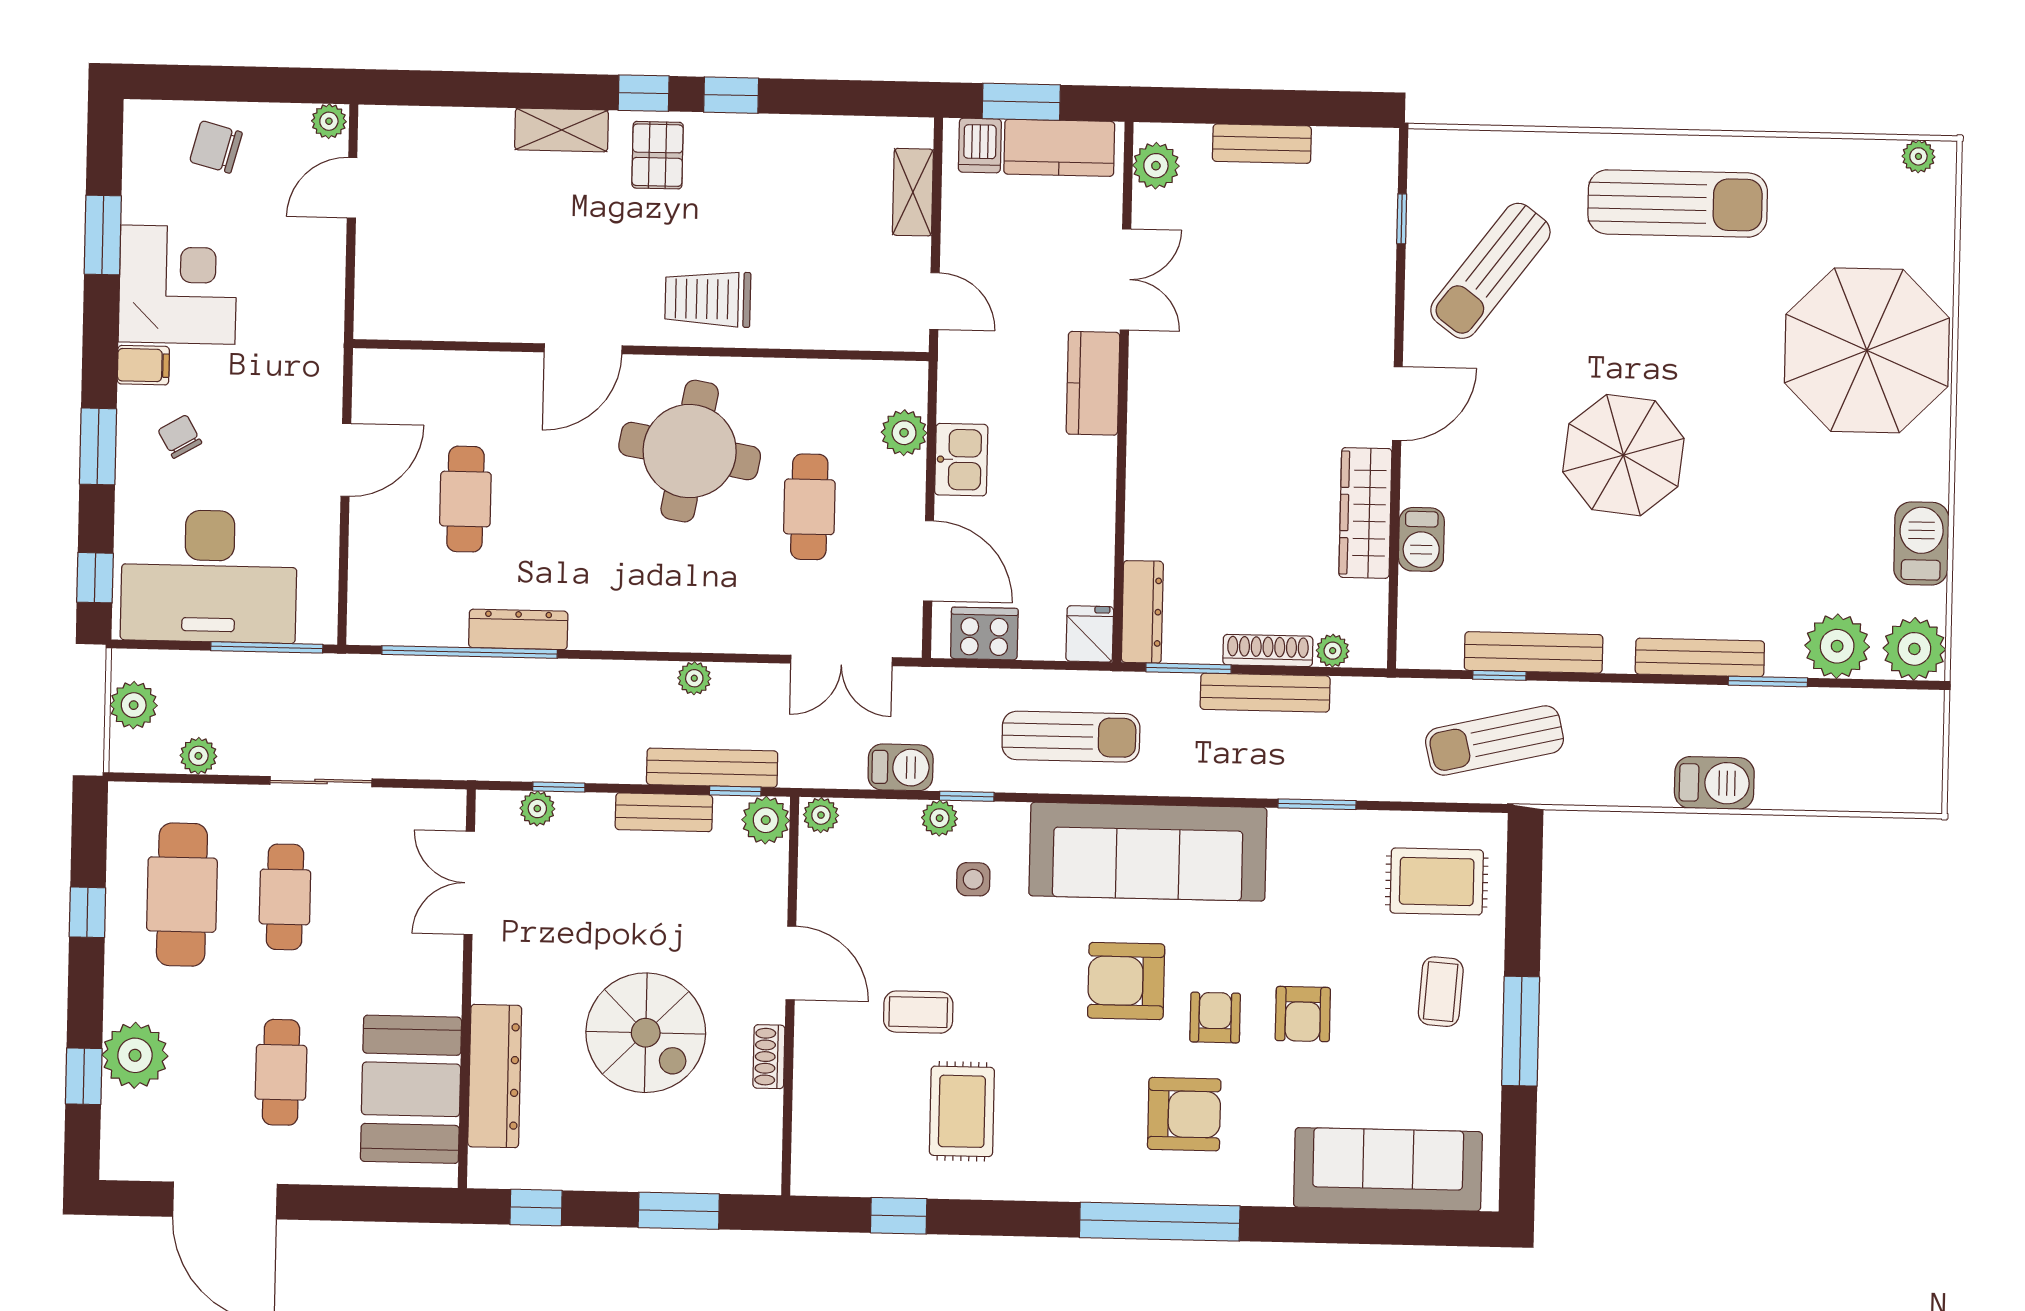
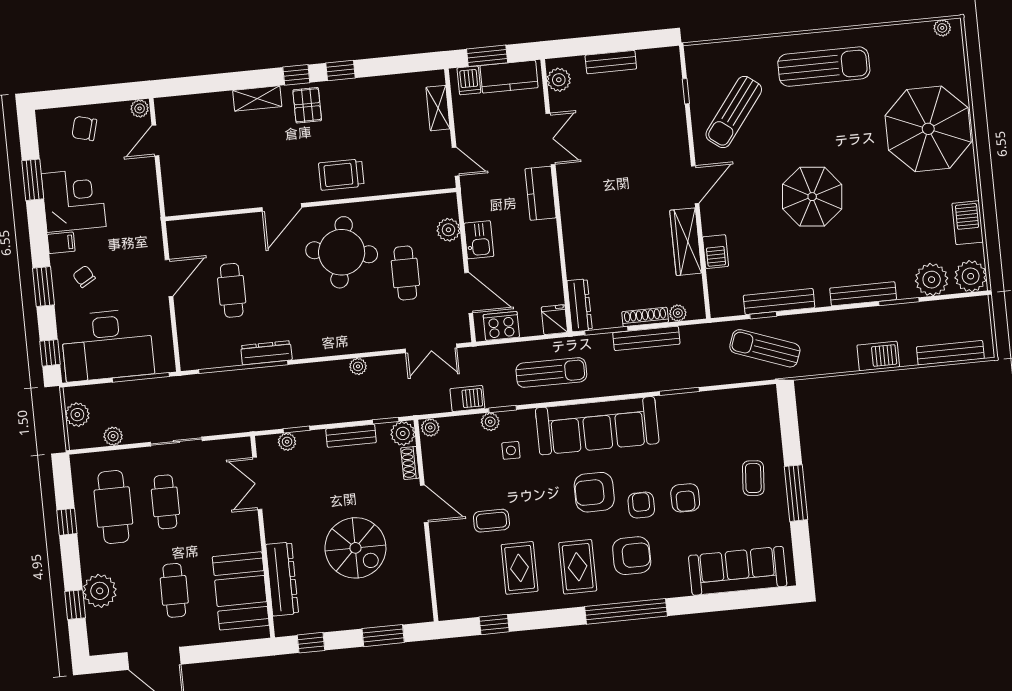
sun lounger: (1495, 741) -> (765, 348), turned 33
bench: (712, 768) -> (950, 353), moved
rug: (1437, 881) -> (578, 567), moved, turned 90
shoe rack: (769, 1057) -> (410, 463), moved

